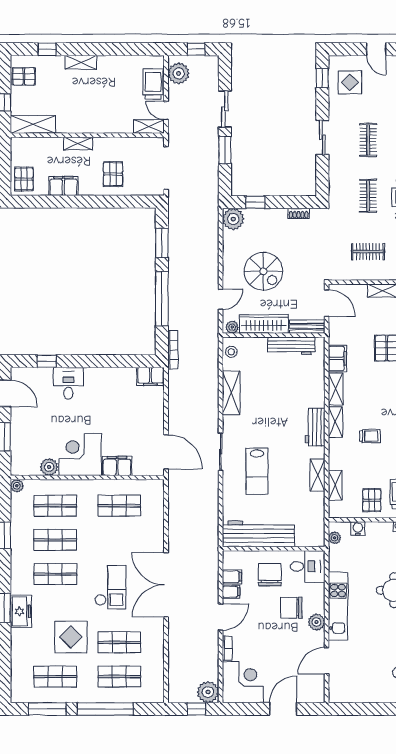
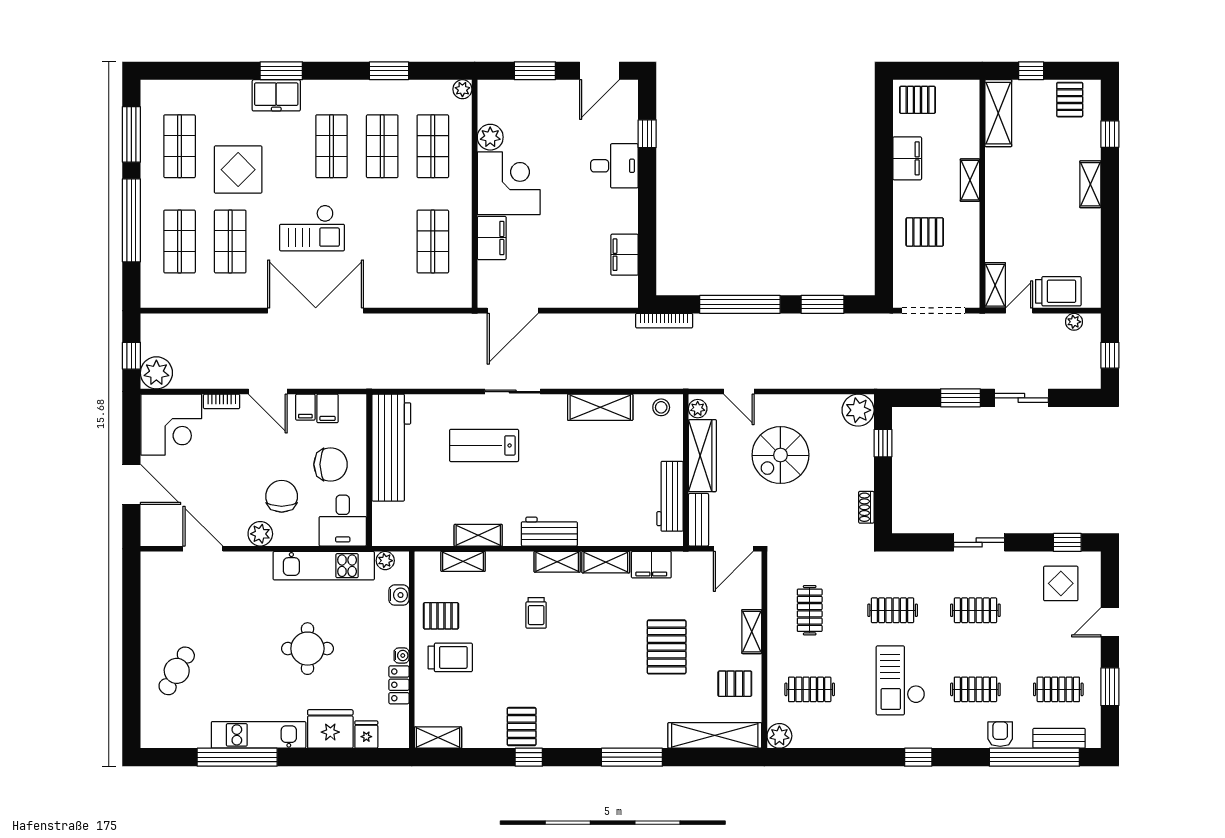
plant: (179, 73) -> (1074, 322), width x0.53, depth x0.53
filing cabinet: (150, 376) -> (625, 255), moved
kitchen unit: (338, 606) -> (324, 566), moved

